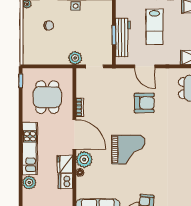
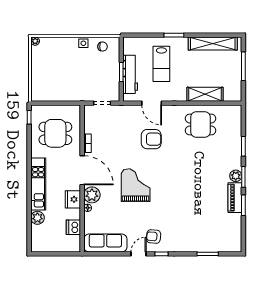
chair: (49, 25) -> (103, 47), moved
plant: (75, 58) -> (83, 95), removed
dining table: (47, 97) -> (55, 133), turned 90
grand piano: (128, 150) -> (136, 185), turned -90
dishwasher: (65, 181) -> (73, 227), moved

